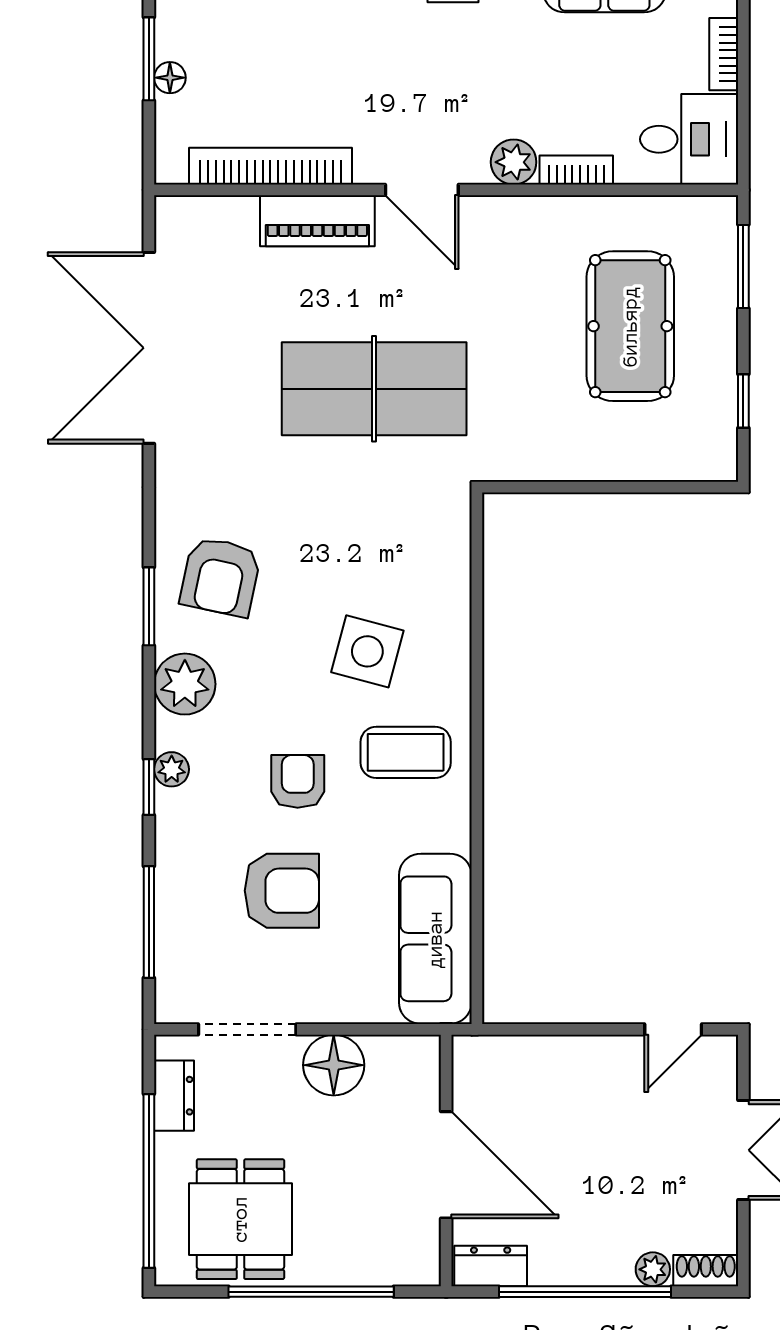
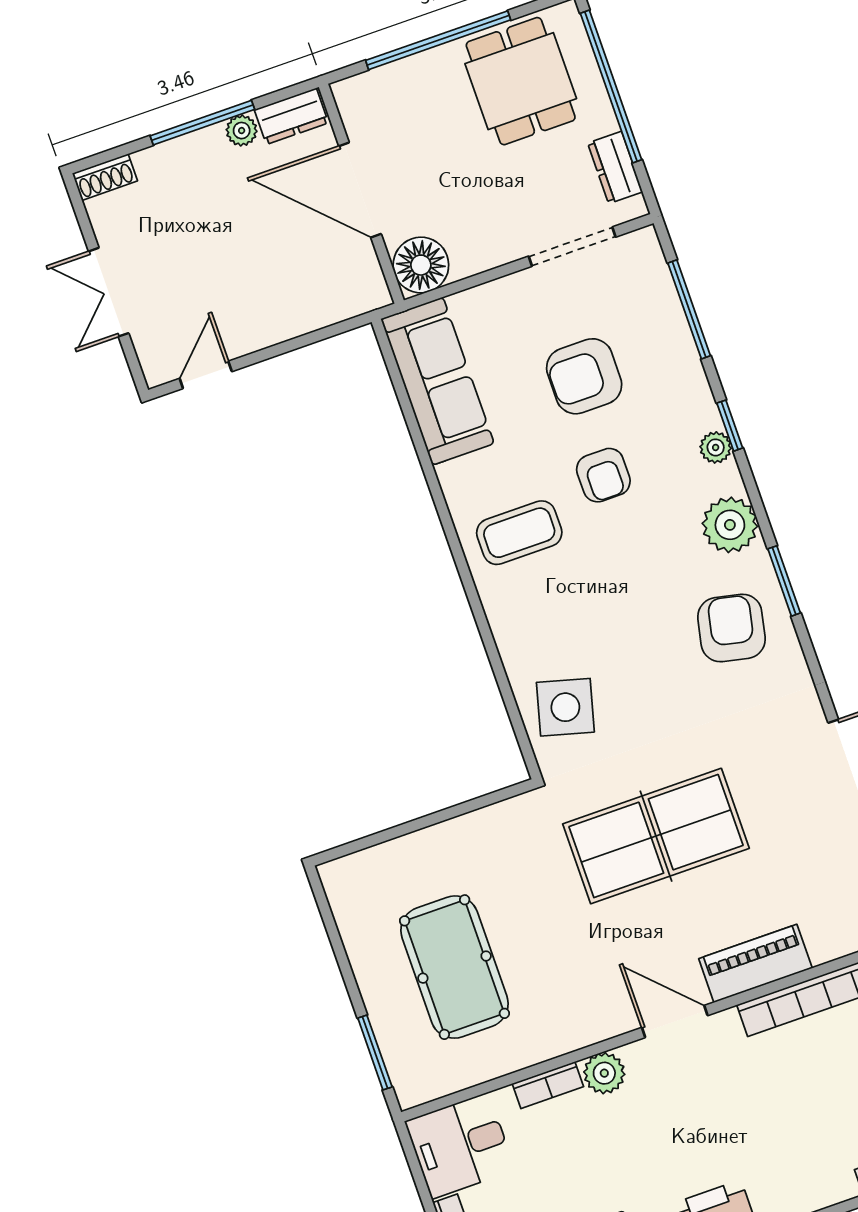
window: (743, 401) -> (334, 937), removed
side table: (367, 651) -> (565, 707), moved
floor lamp: (334, 1065) -> (421, 265), moved
plant: (653, 1269) -> (242, 131), moved
window: (585, 1292) -> (202, 123), width x0.68

